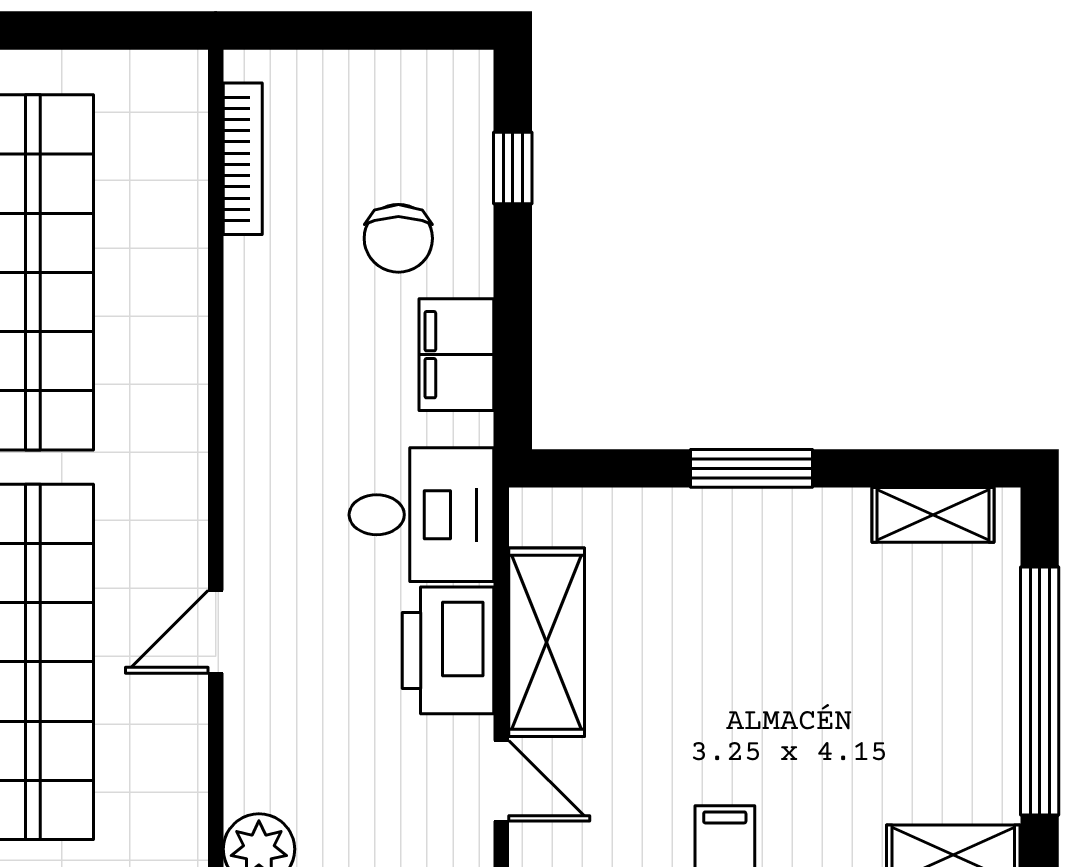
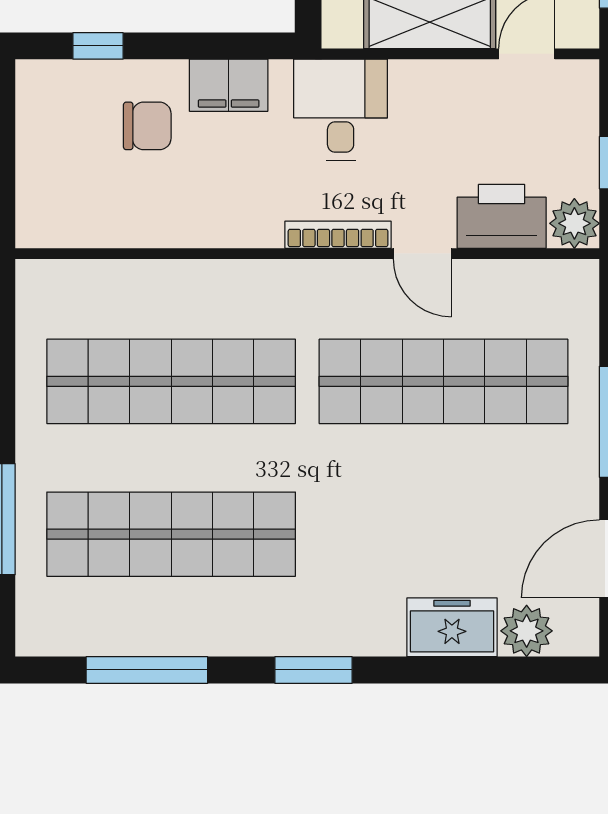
bookcase: (243, 159) -> (338, 235), moved
printer: (448, 650) -> (502, 216), moved, turned 180

